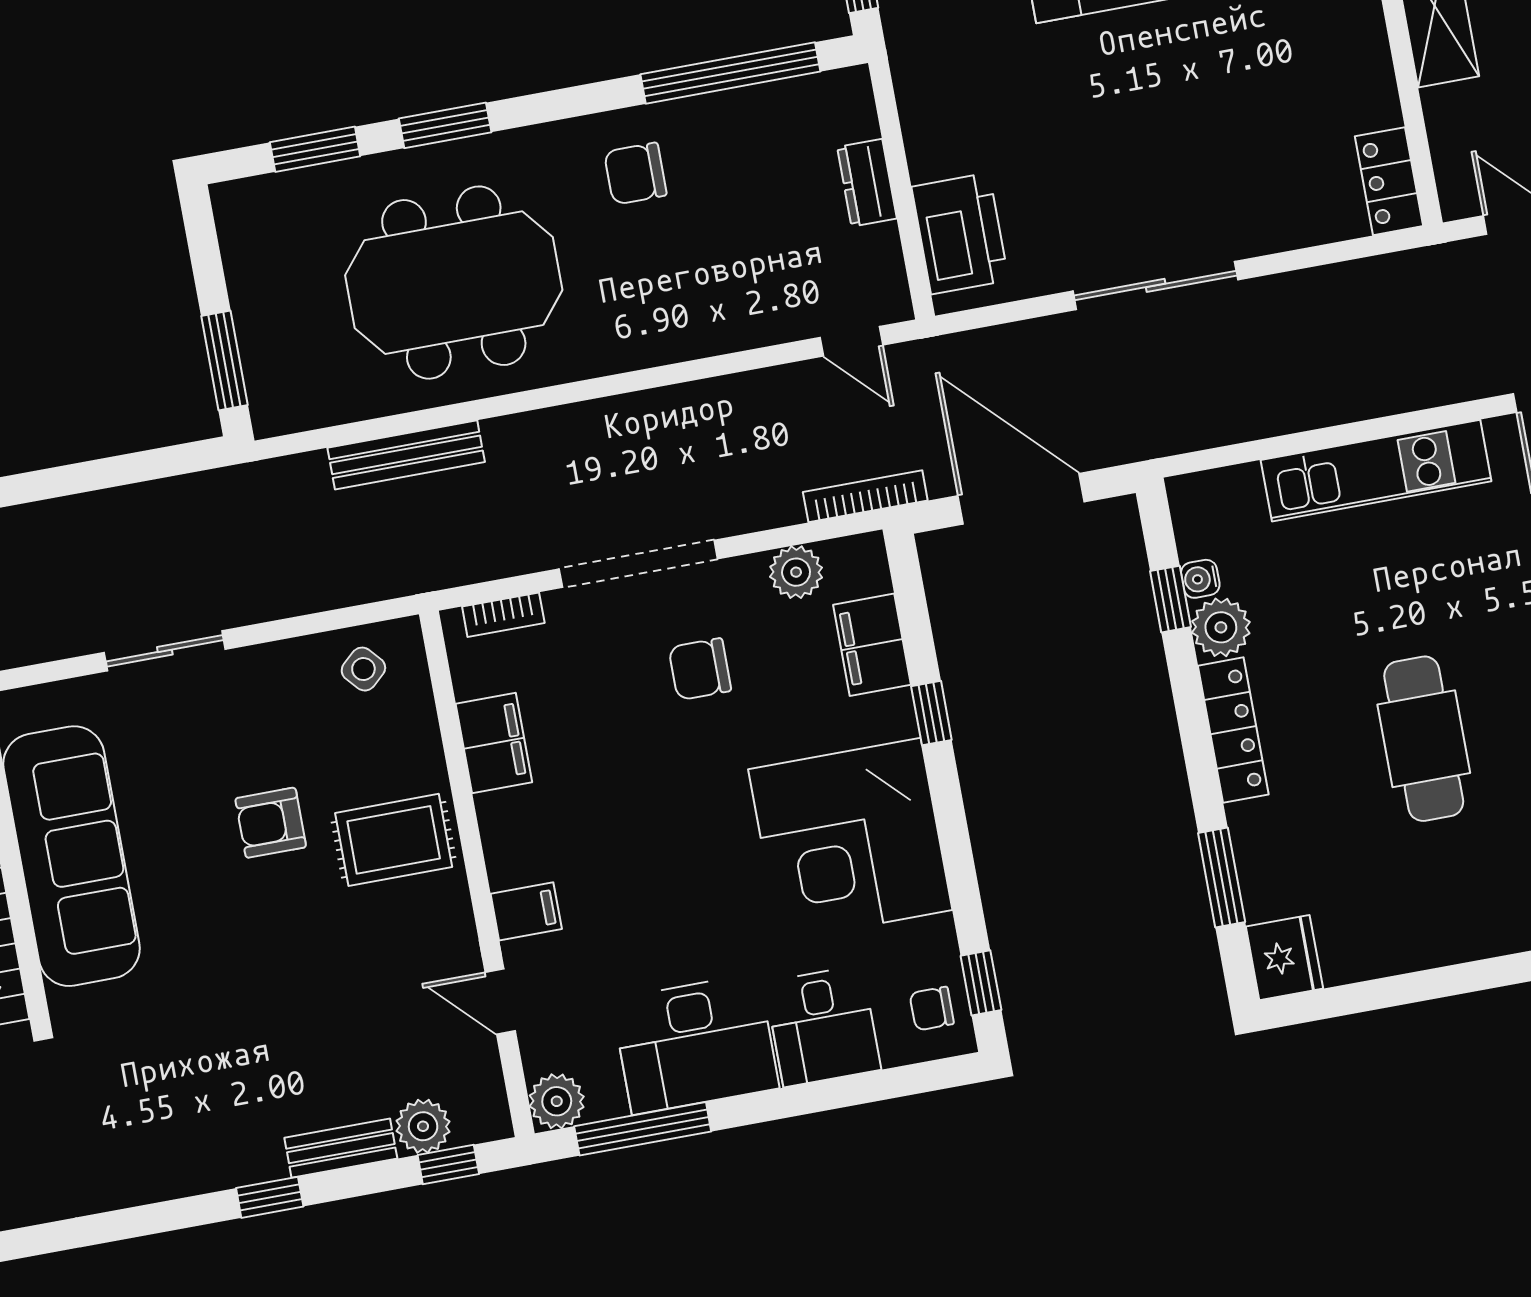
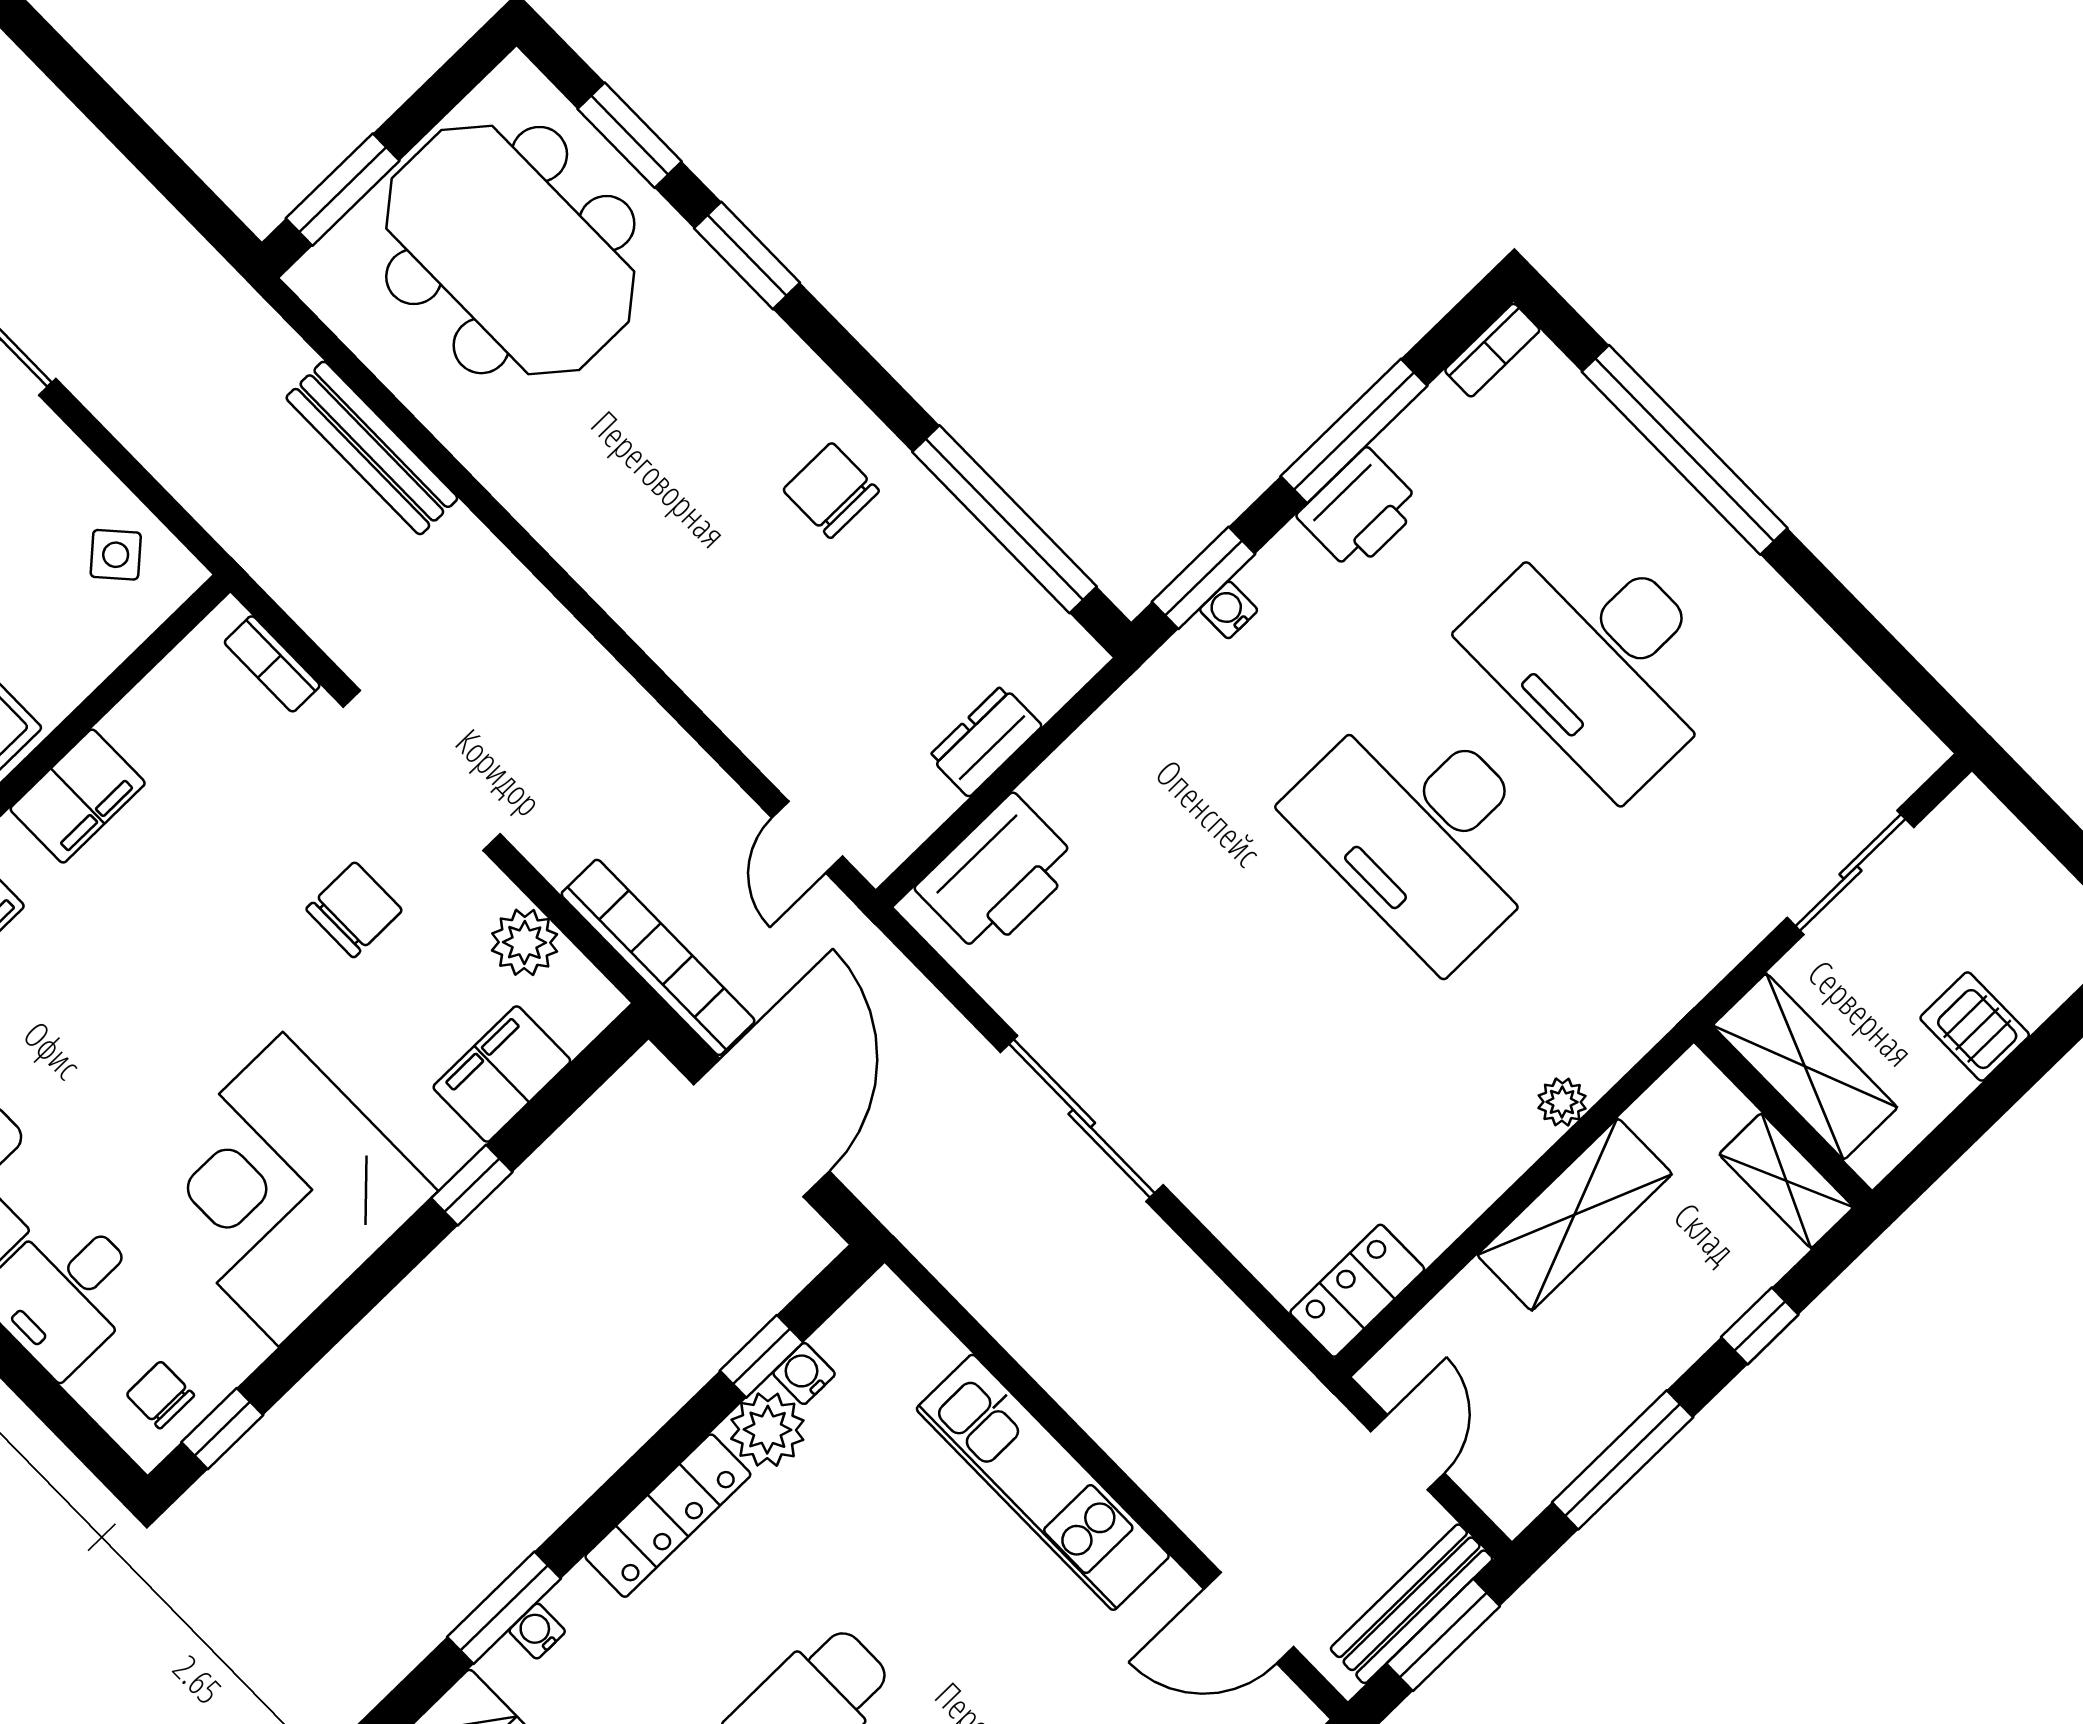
meeting table: (454, 283) -> (510, 250), moved
bookcase: (865, 496) -> (658, 957), width x1.48, depth x1.31
chair: (700, 669) -> (354, 910), turned 90
filing cabinet: (494, 743) -> (78, 796), moved
water cooler: (1251, 866) -> (537, 1631), added

